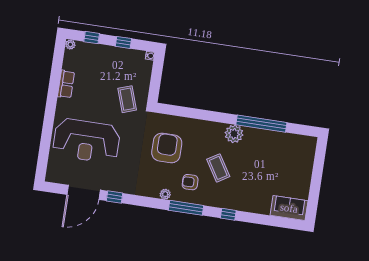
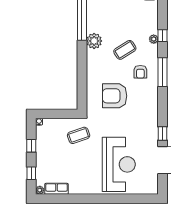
row of seats: (66, 84) -> (57, 189), moved
plant: (165, 194) -> (154, 39), moved

